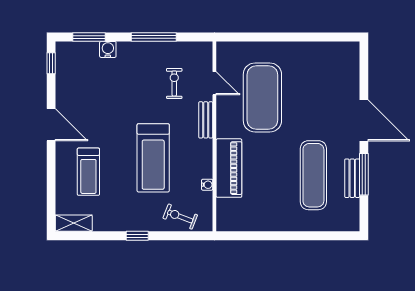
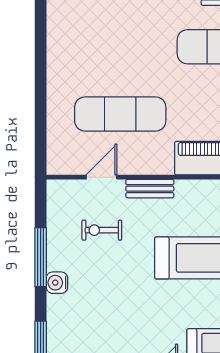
water cooler: (108, 49) -> (57, 283), moved
exercise mat: (262, 97) -> (120, 114), width x0.68

